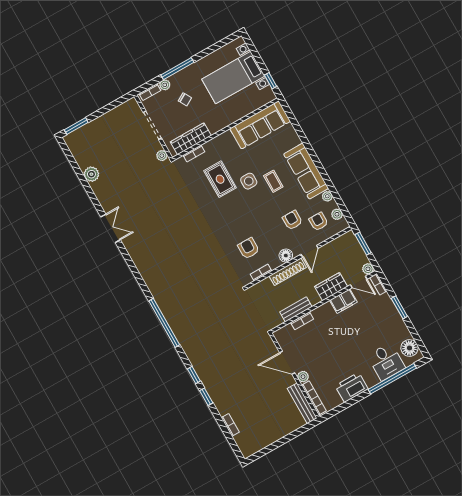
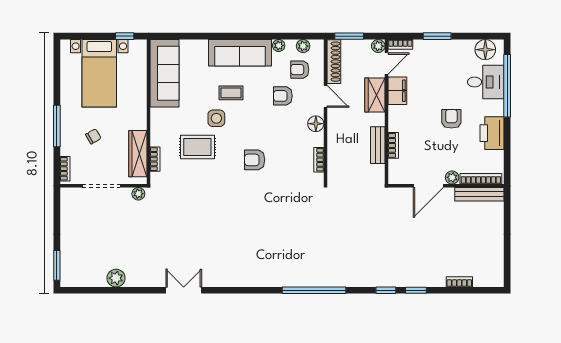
plant: (165, 85) -> (66, 149), removed
armchair: (249, 248) -> (255, 160), moved
shoe rack: (288, 272) -> (334, 62), moved
armchair: (345, 352) -> (451, 119), added

